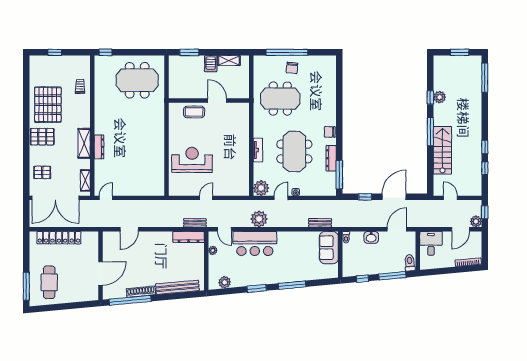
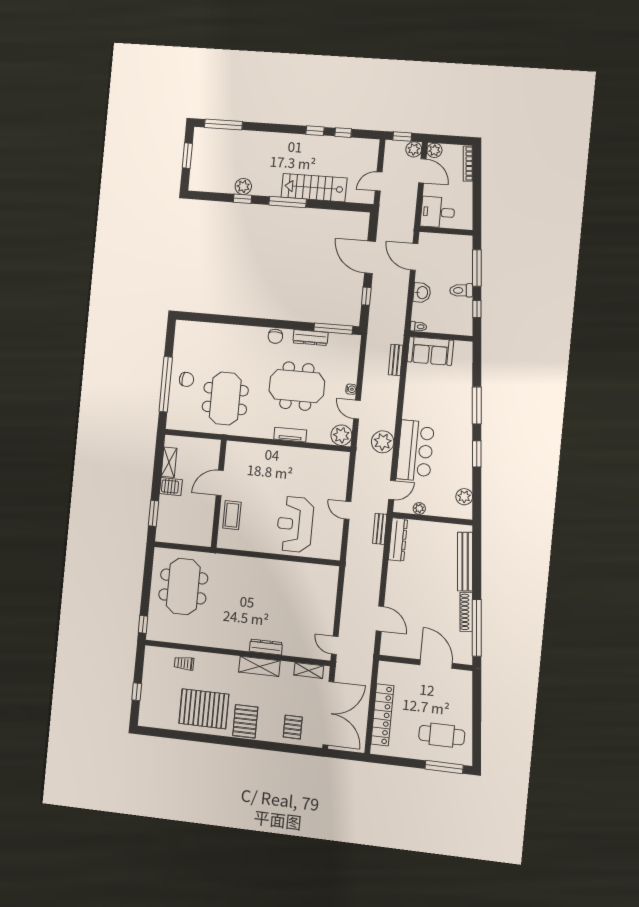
plant: (476, 237) -> (434, 150), added
toilet: (410, 263) -> (461, 290), moved

